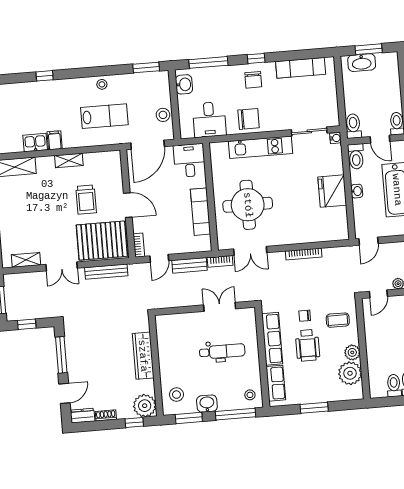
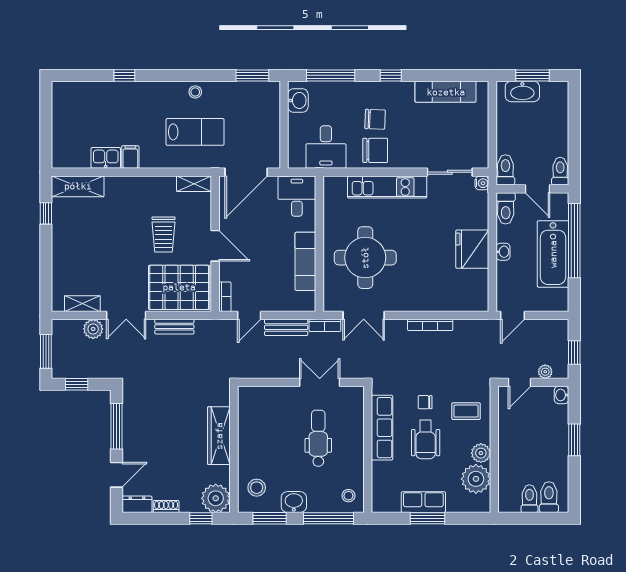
chair: (253, 80) -> (375, 119), moved, turned -88
stool: (163, 115) -> (268, 136), removed
shelving: (69, 160) -> (194, 184), moved
bench: (106, 272) -> (174, 327), width x0.73
plant: (36, 279) -> (93, 329), added
dental chair: (222, 351) -> (318, 438), turned -90
row of seats: (276, 383) -> (423, 502), moved, turned -90

